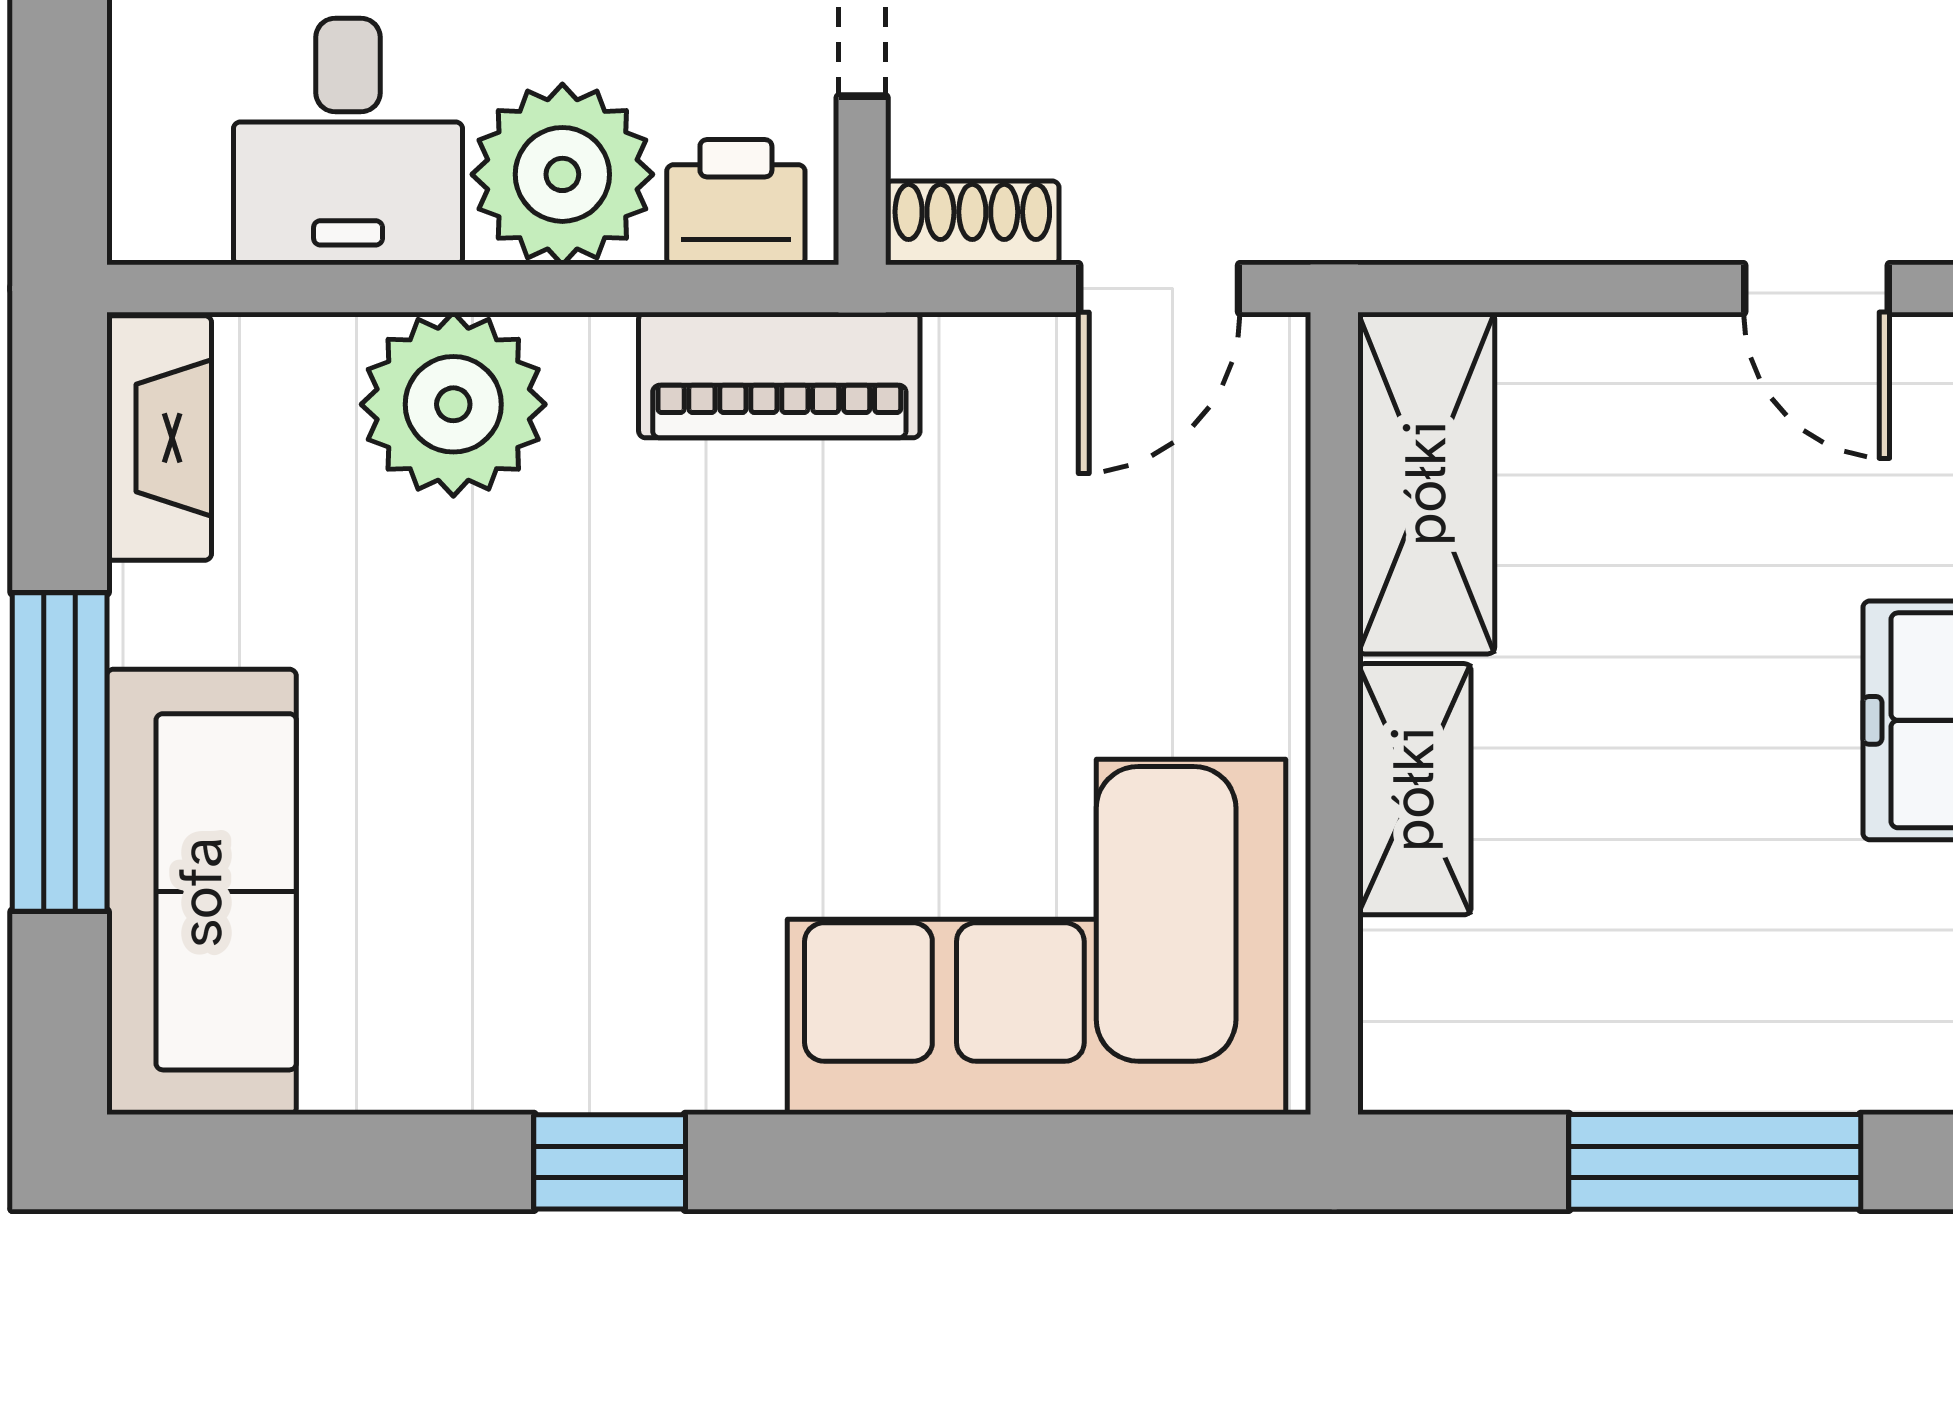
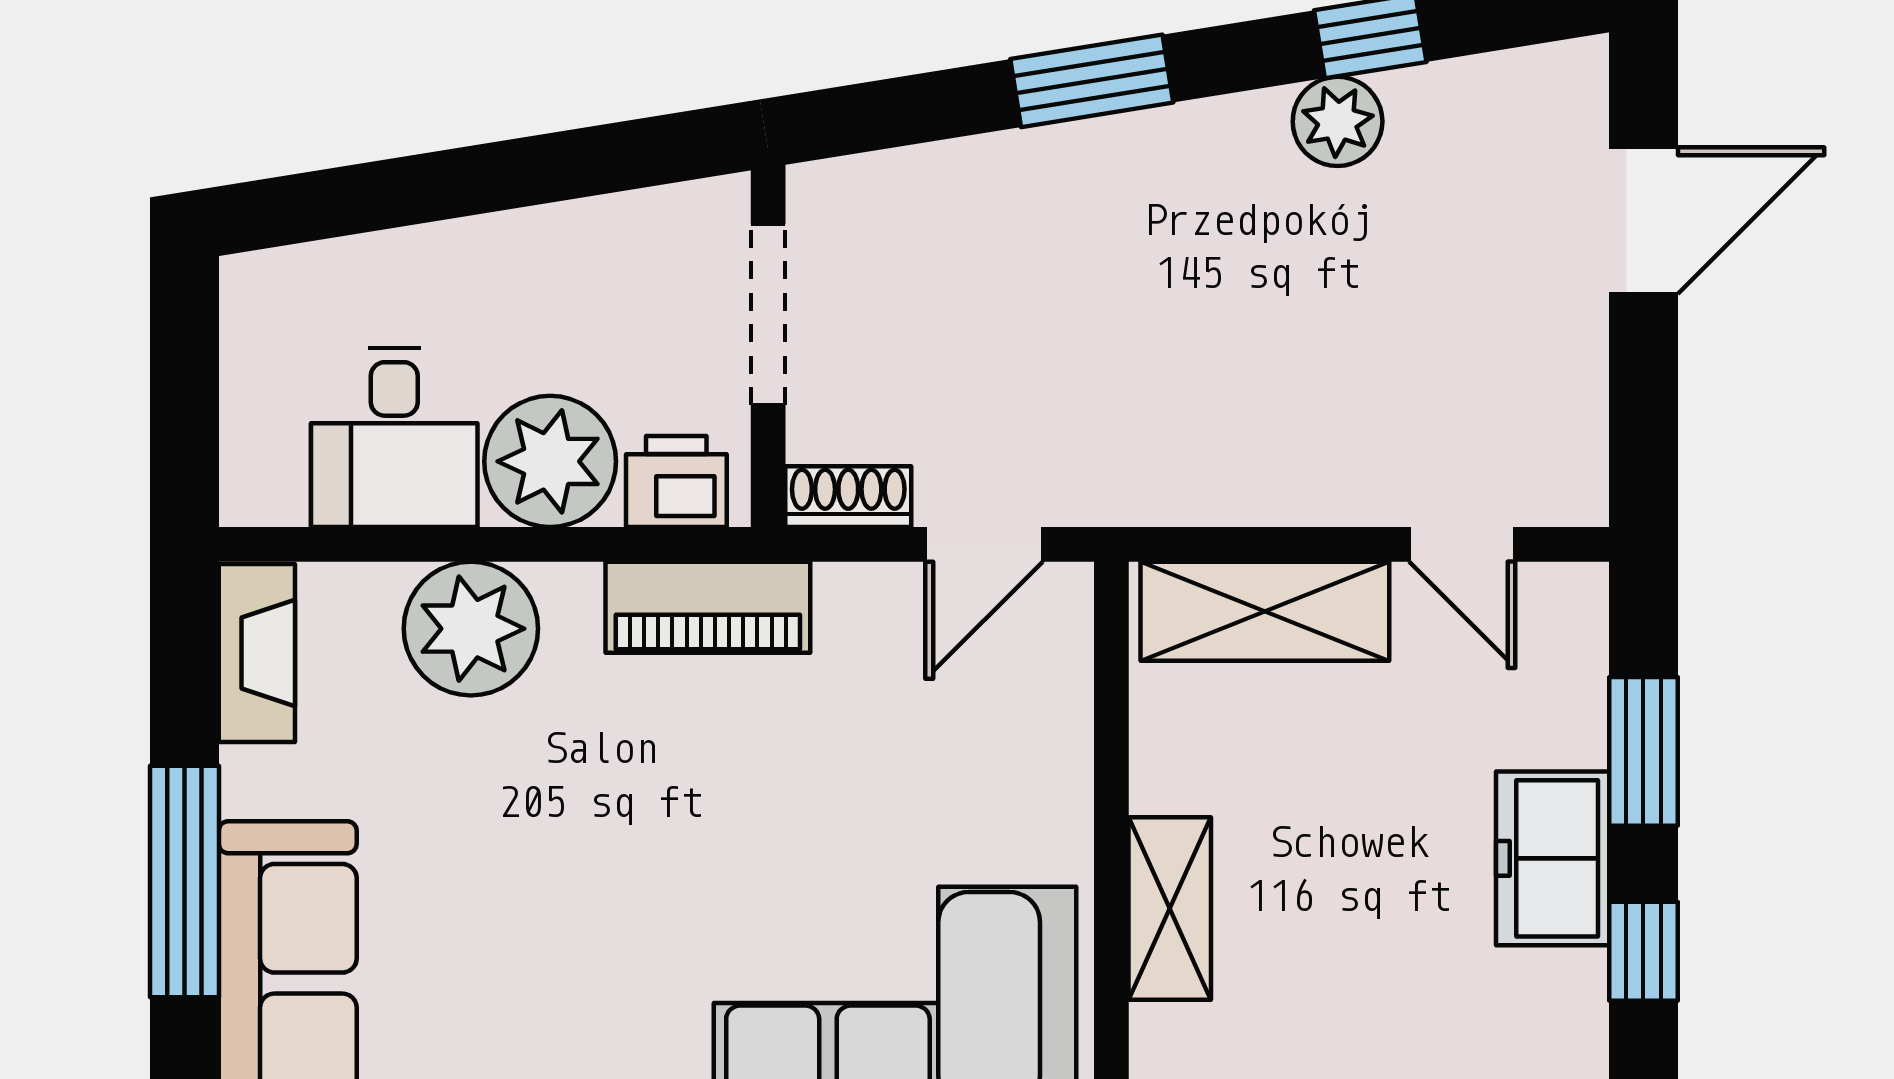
shelving: (1426, 483) -> (1265, 611), moved, turned 90

